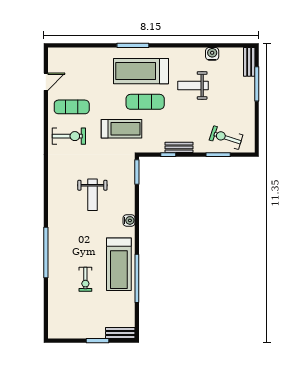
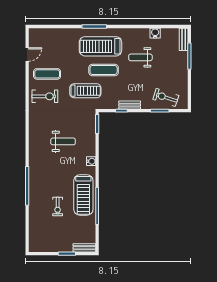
weight bench: (92, 195) -> (63, 141), turned -90

